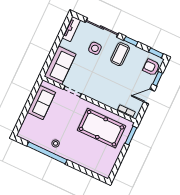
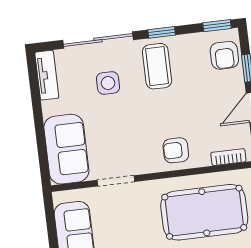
armchair: (151, 67) -> (224, 55), turned -90
armchair: (106, 95) -> (176, 150), added

